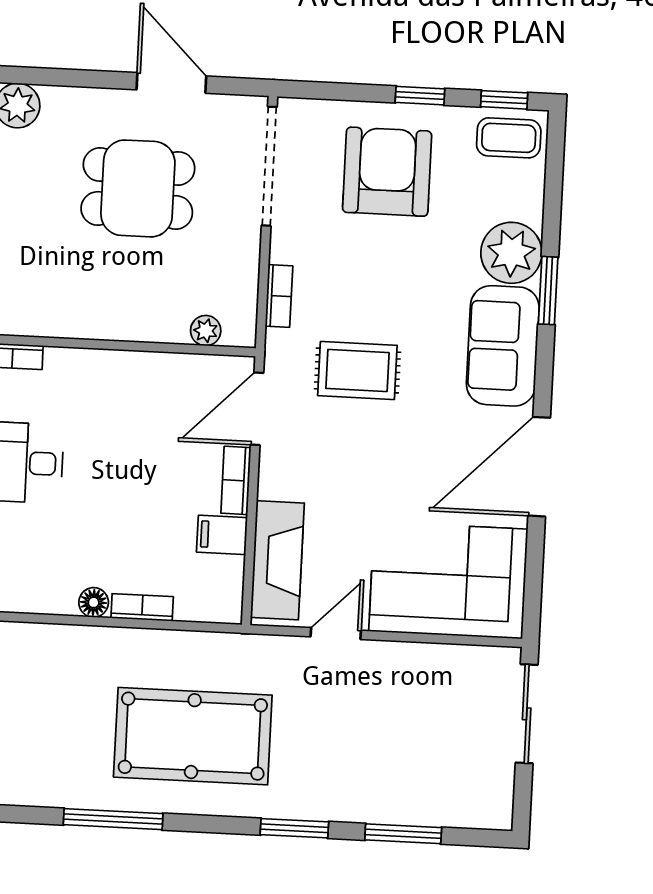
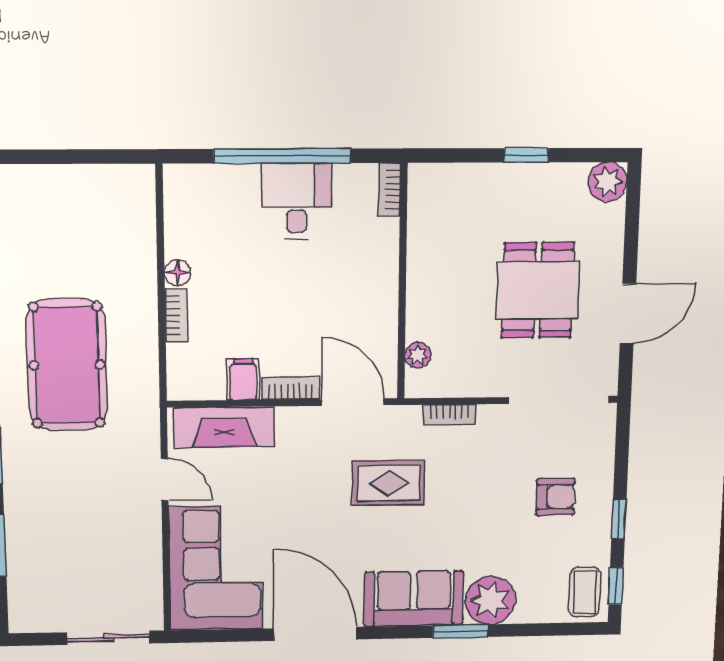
armchair: (387, 172) -> (555, 497), width x0.53, depth x0.53
rug: (357, 370) -> (389, 483), turned 90

